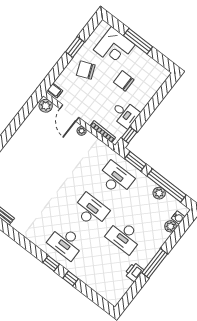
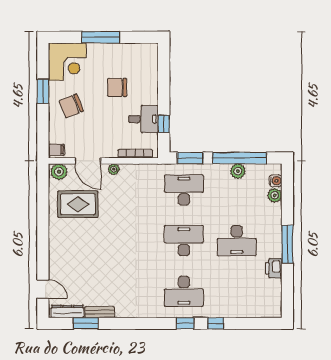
corner desk: (114, 47) -> (67, 62), moved
rug: (42, 135) -> (78, 204), added
window: (129, 135) -> (164, 124), moved

